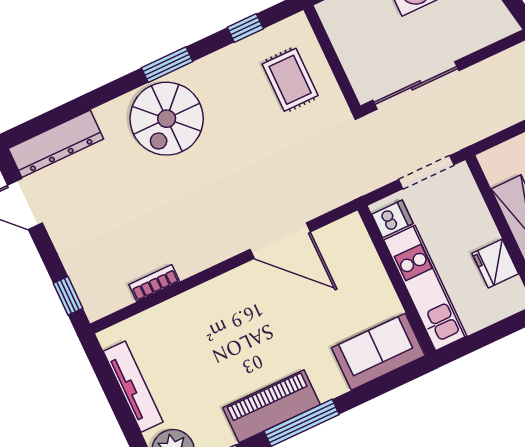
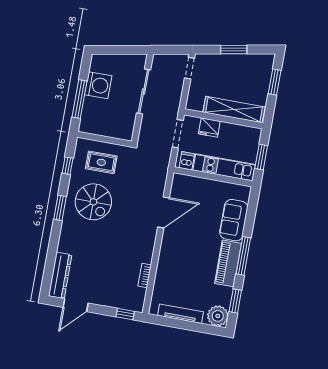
sliding door: (416, 85) -> (144, 92), moved
spiral stairs: (167, 119) -> (93, 202), moved
fridge: (495, 263) -> (209, 127), moved
window: (485, 337) -> (261, 157), added
sofa: (378, 352) -> (234, 220), moved

